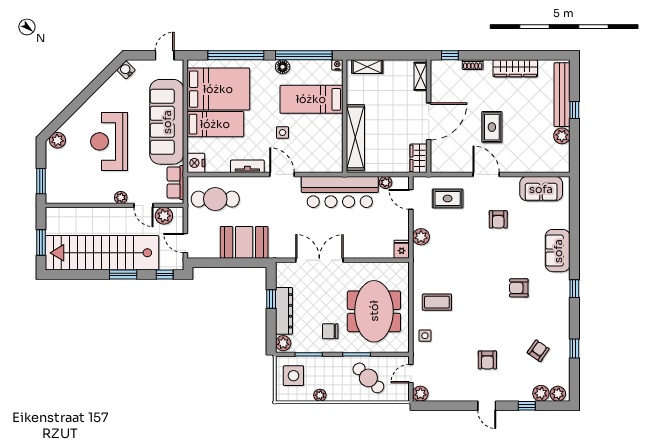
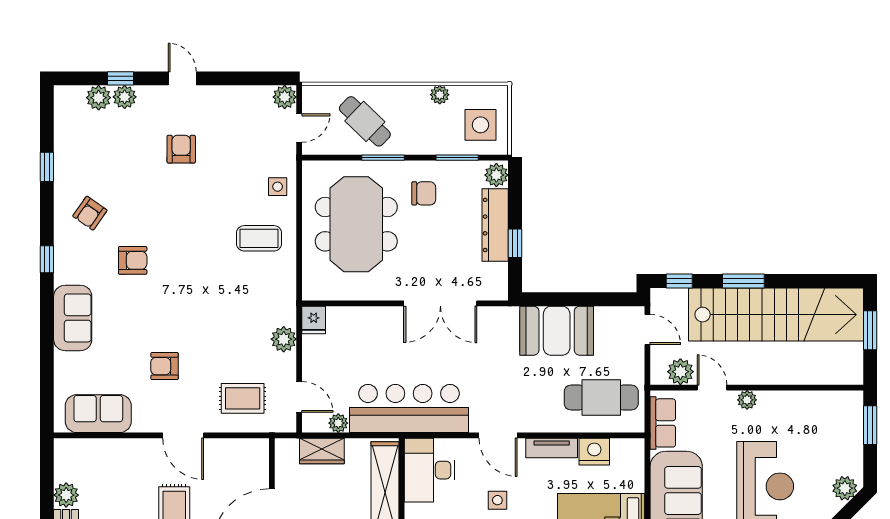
desk: (327, 152) -> (429, 470), added
wardrobe: (418, 158) -> (322, 451), moved, turned 90
nightstand: (196, 163) -> (594, 452), moved, turned -90
armchair: (498, 219) -> (165, 366), turned -90
armchair: (538, 351) -> (90, 213), moved
plant: (558, 394) -> (125, 97), moved

